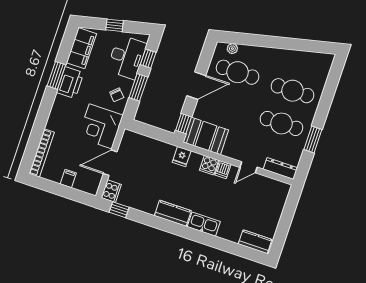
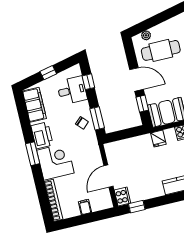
desk: (127, 57) -> (72, 90), width x0.73
window: (56, 75) -> (33, 154), moved
door: (196, 86) -> (136, 79), hinge flipped
window: (138, 87) -> (97, 118), moved
window: (183, 124) -> (142, 104), moved
corner desk: (101, 126) -> (55, 162), moved, turned 180

